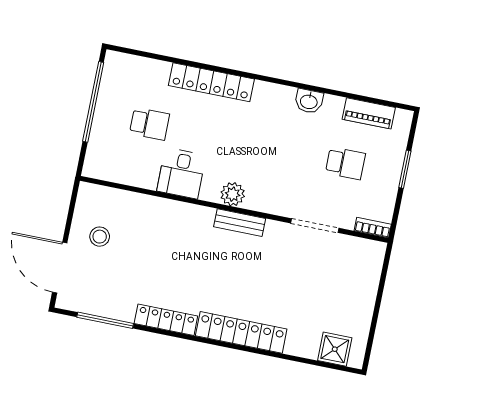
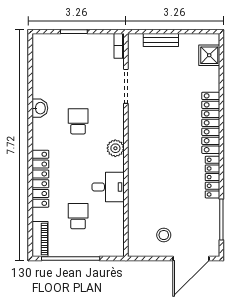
piano: (369, 113) -> (40, 239), moved
school desk: (345, 163) -> (78, 121), moved
bench: (240, 223) -> (161, 40), moved, turned 90

